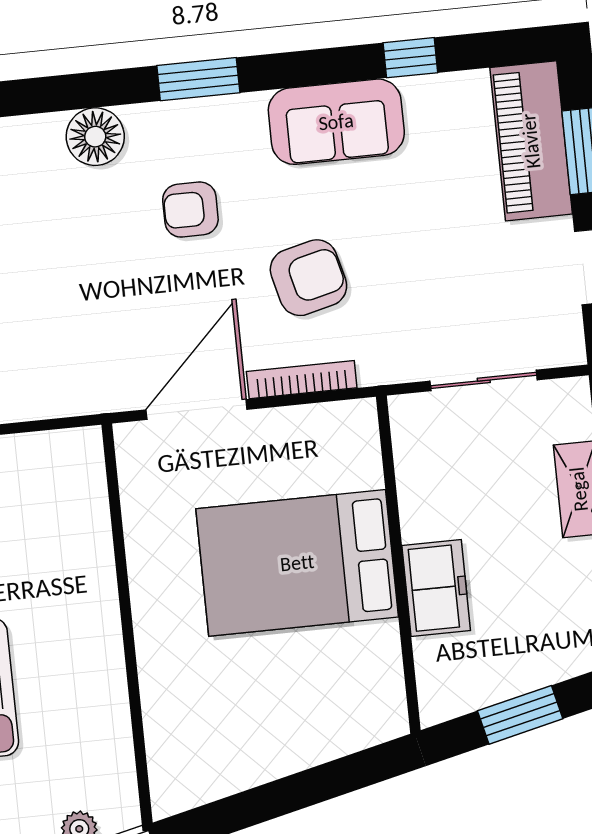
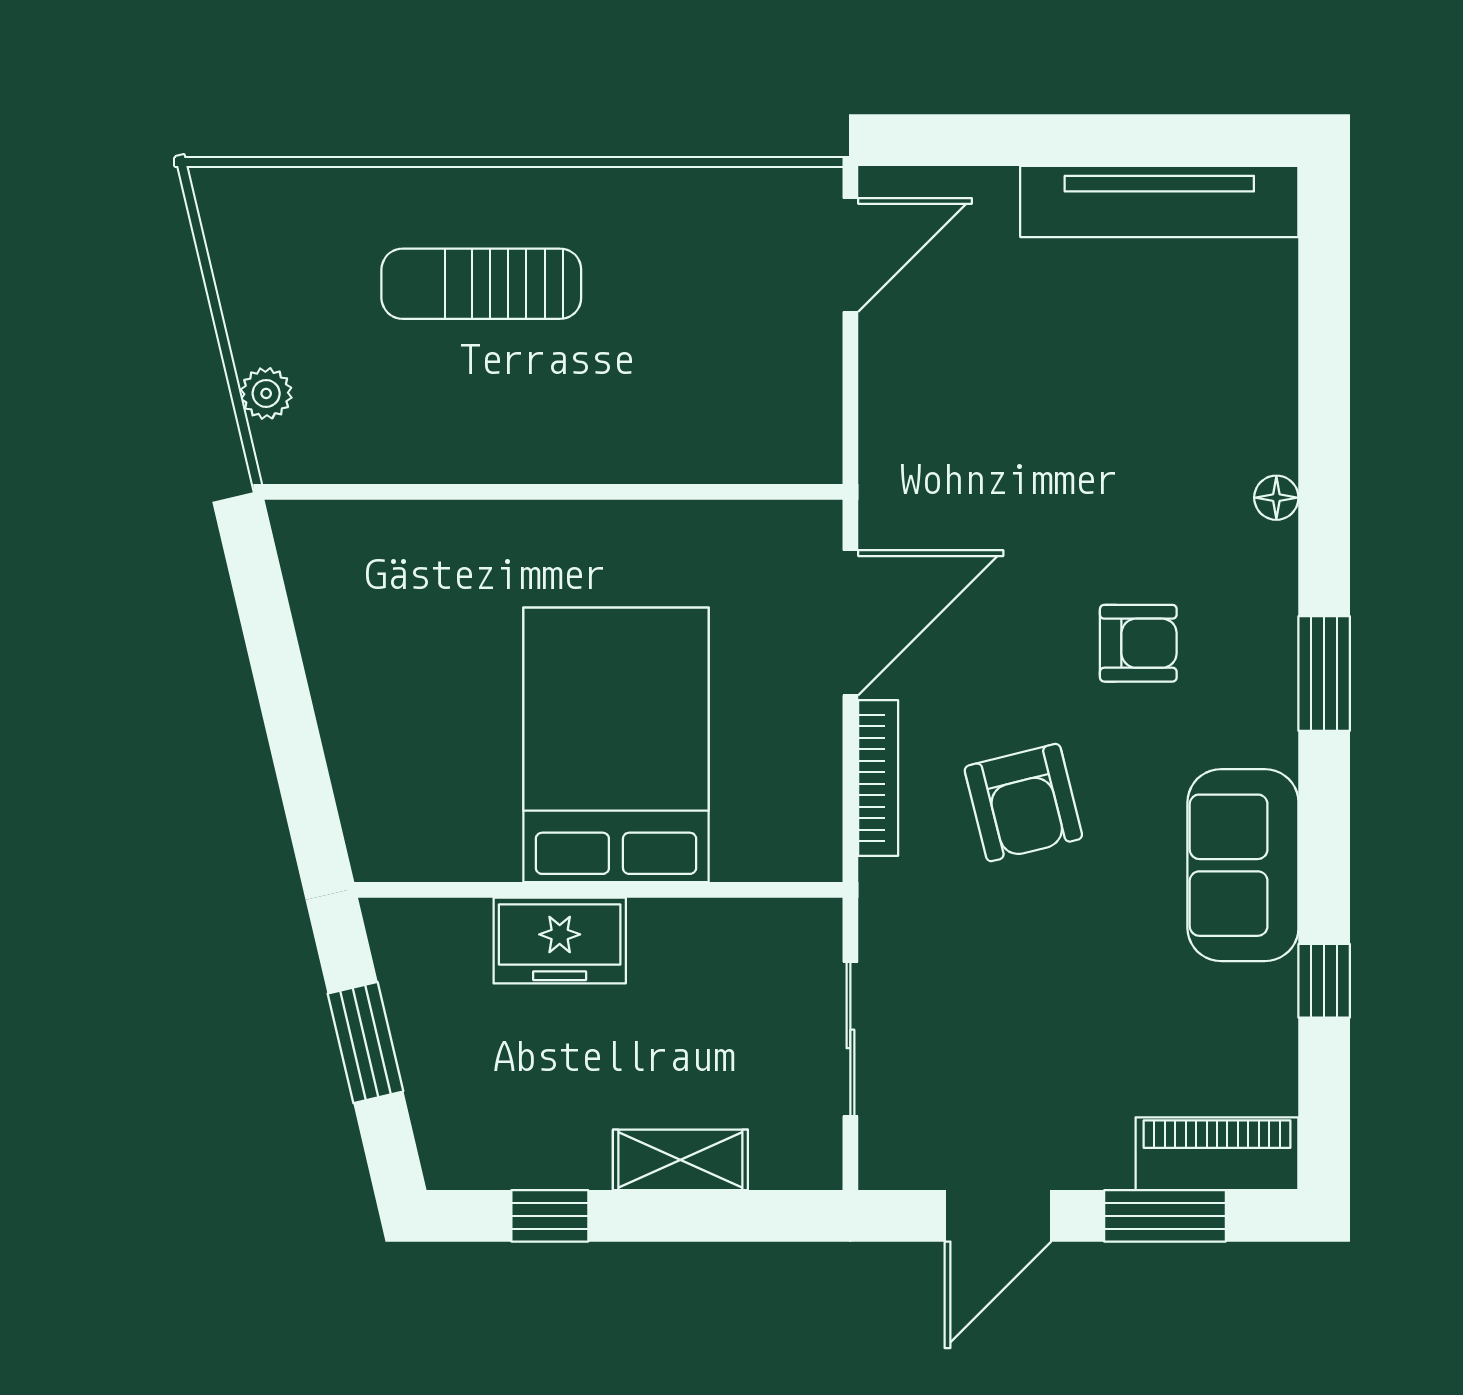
floor lamp: (95, 137) -> (1276, 498), width x0.53, depth x0.53
piano: (531, 141) -> (1217, 1154), width x0.73, depth x0.75
armchair: (190, 210) -> (1138, 643), turned 90
door: (197, 410) -> (850, 623), hinge flipped

